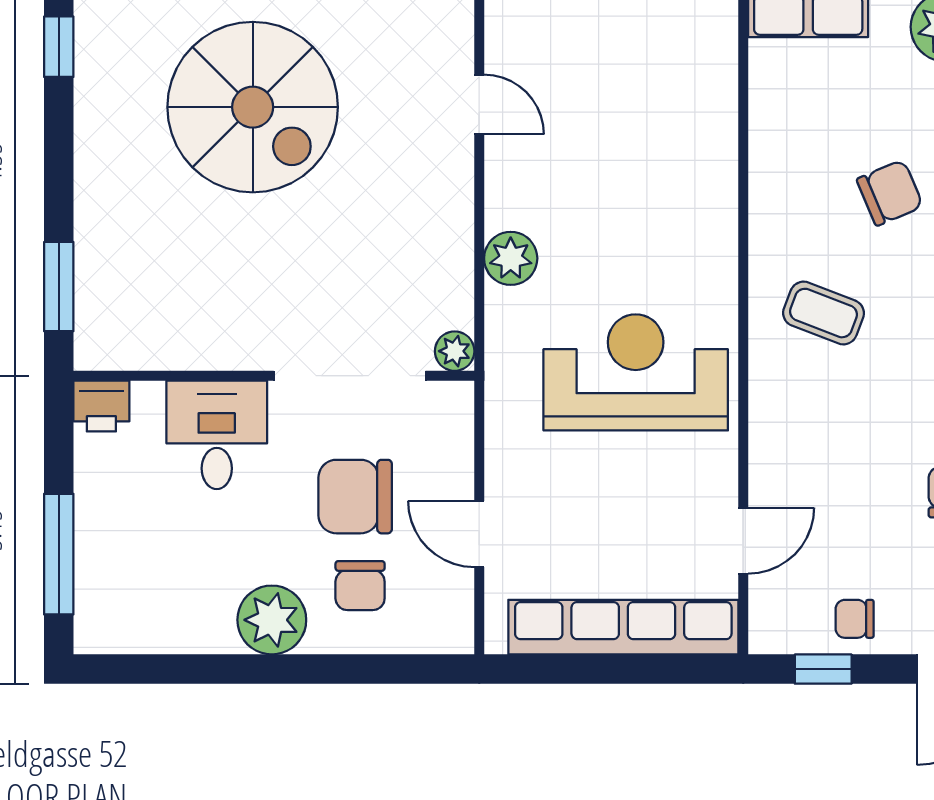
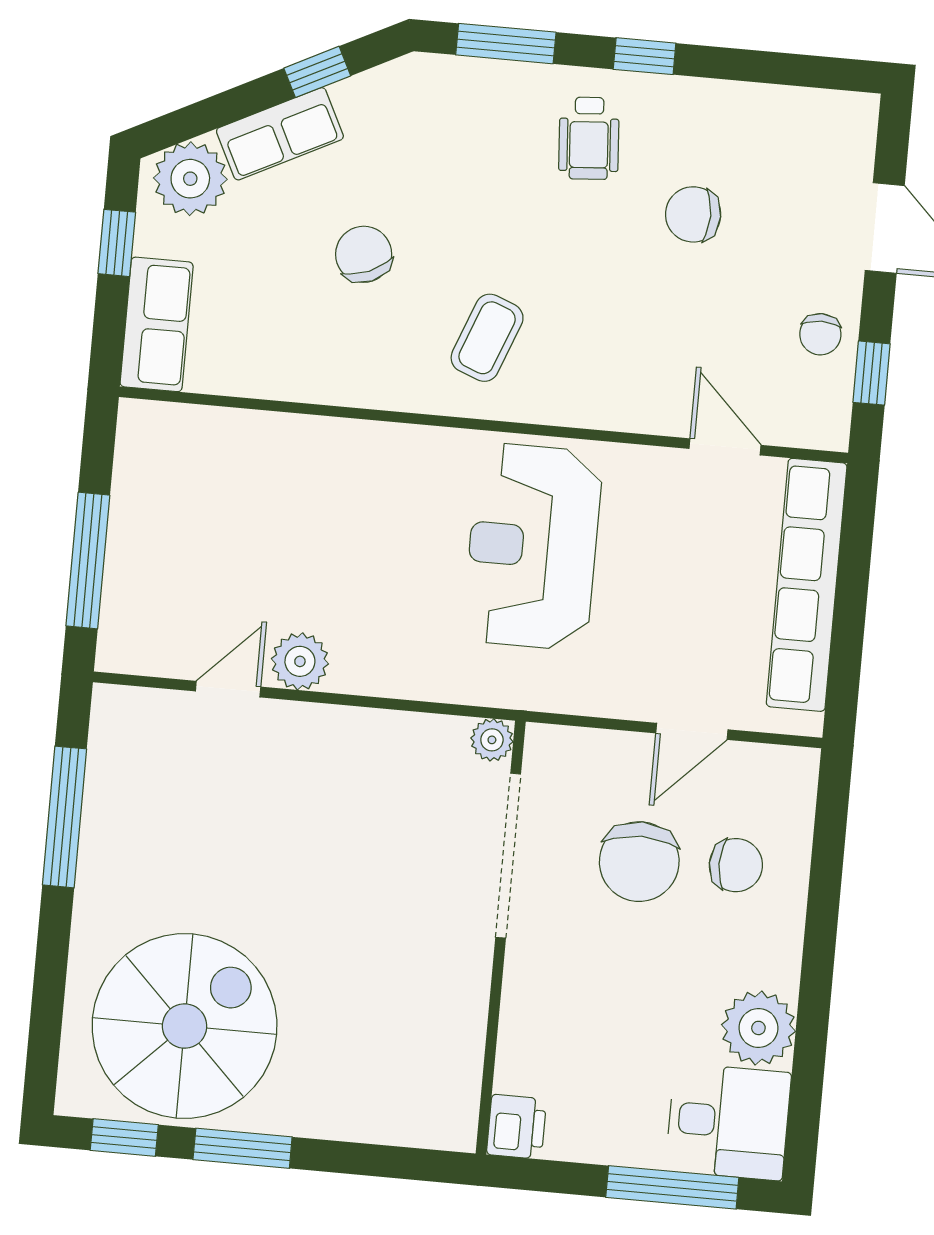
spiral stairs: (253, 107) -> (185, 1026), moved
plant: (511, 258) -> (300, 661), moved
window: (59, 287) -> (243, 1148), moved
desk: (217, 435) -> (728, 1122), moved, turned 180
plant: (272, 620) -> (758, 1028), moved

